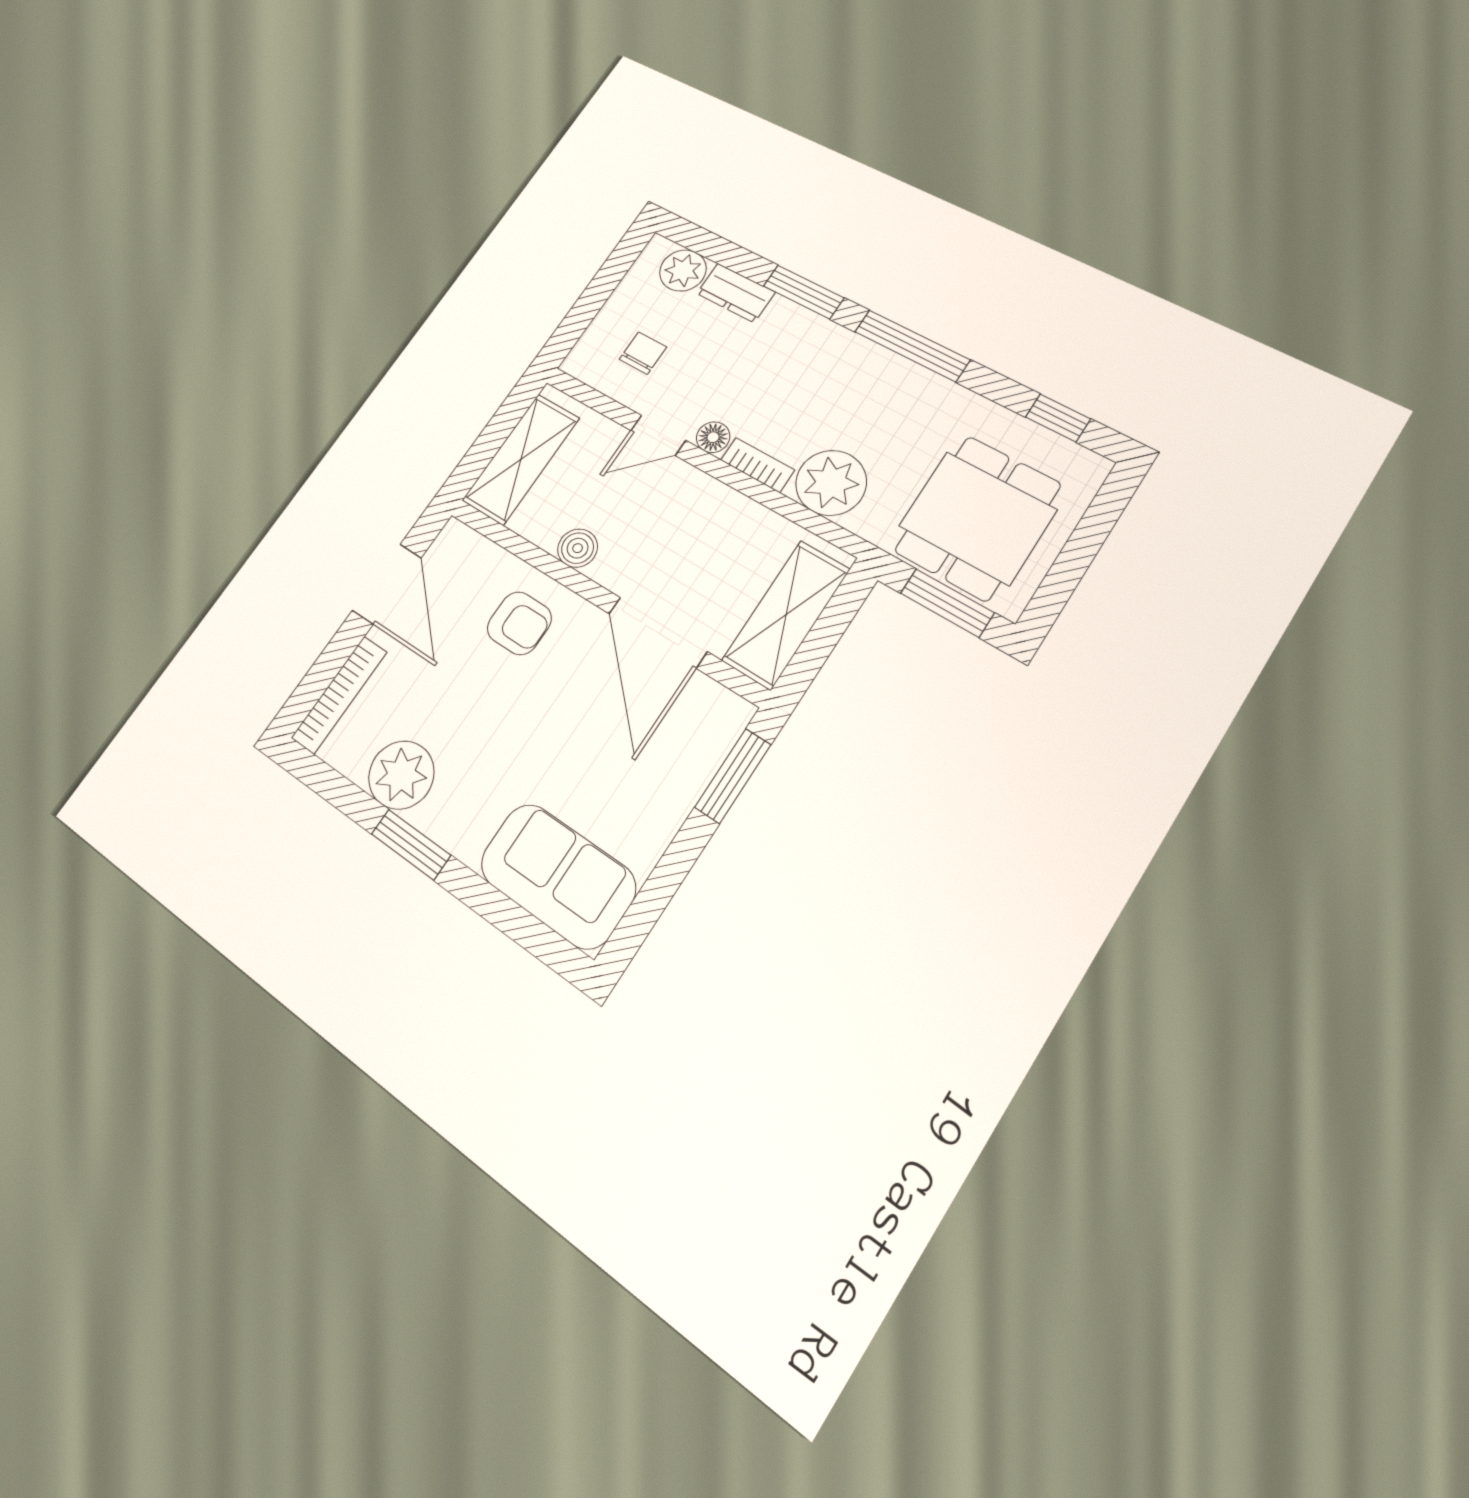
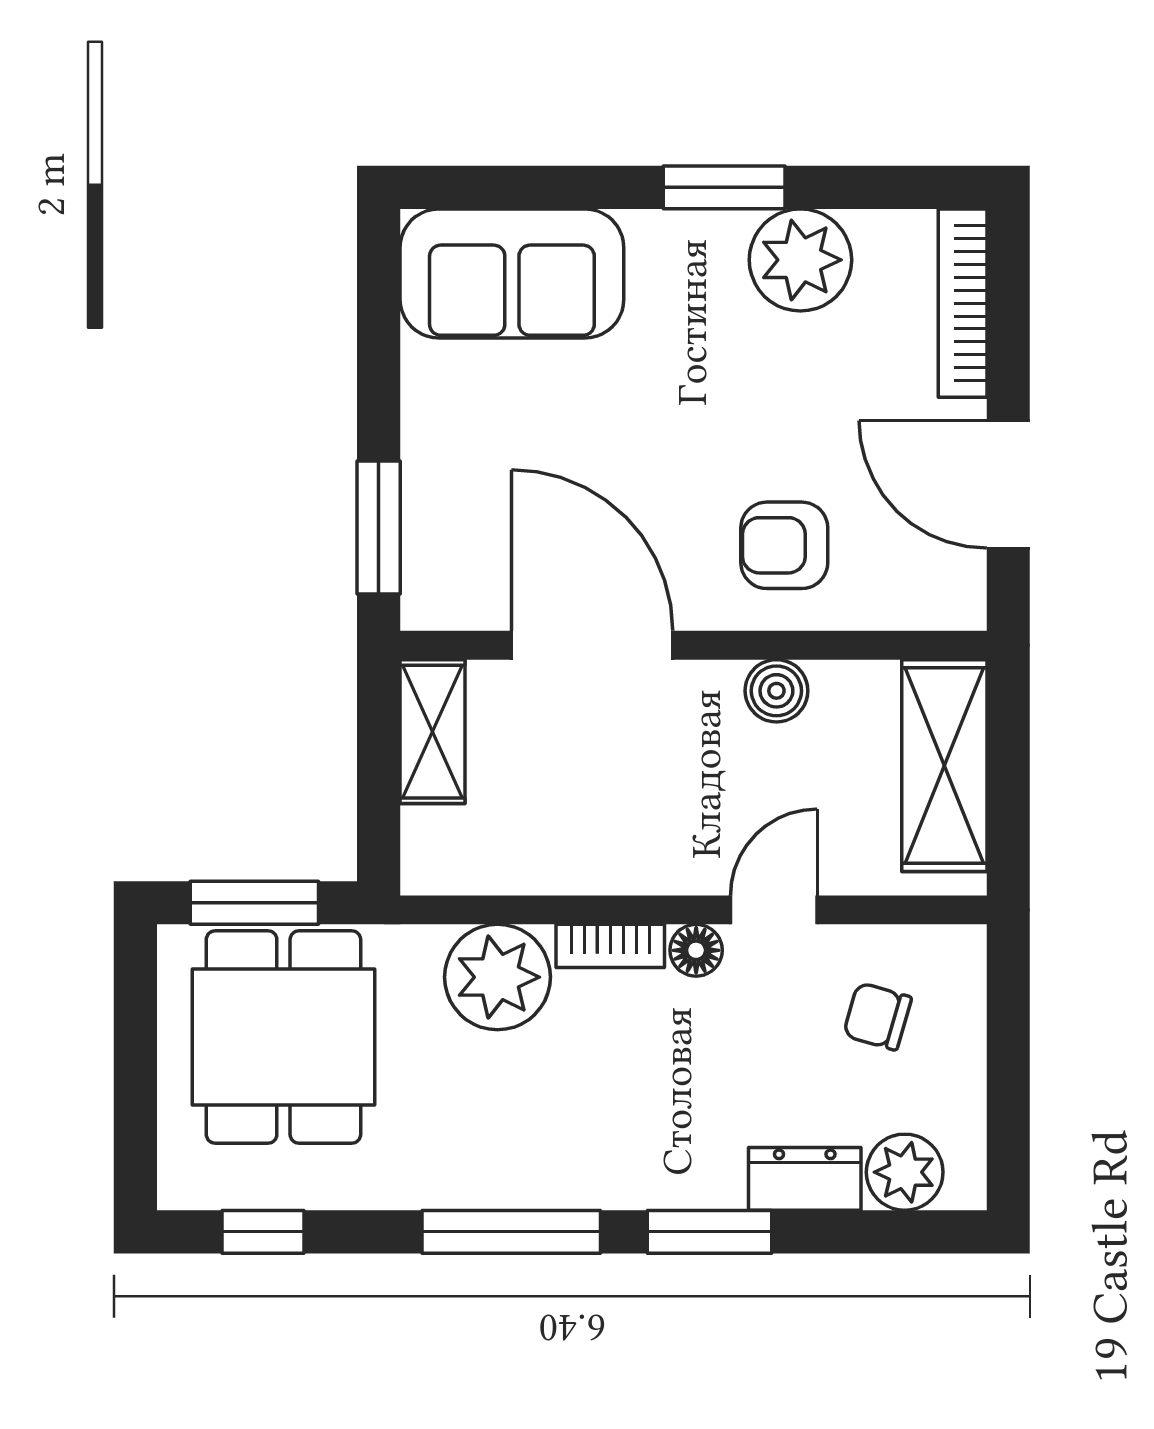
chair: (643, 353) -> (877, 1016), turned 106
shelving: (786, 615) -> (433, 732), width x0.67, depth x0.75

